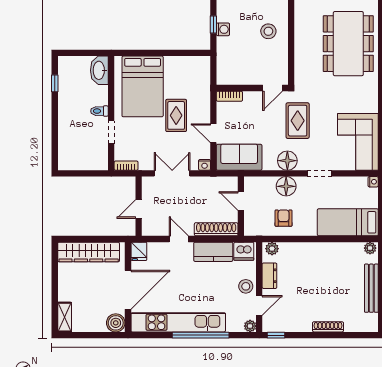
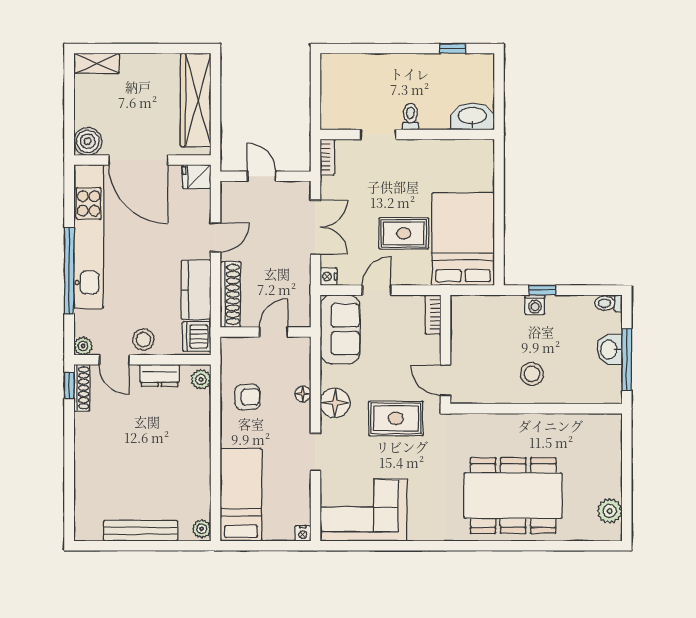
bed: (143, 86) -> (463, 239), moved, turned 90
floor lamp: (286, 186) -> (303, 394), width x0.53, depth x0.53
shoe rack: (328, 327) -> (82, 388), moved

